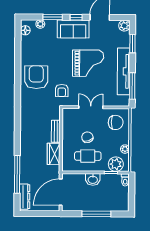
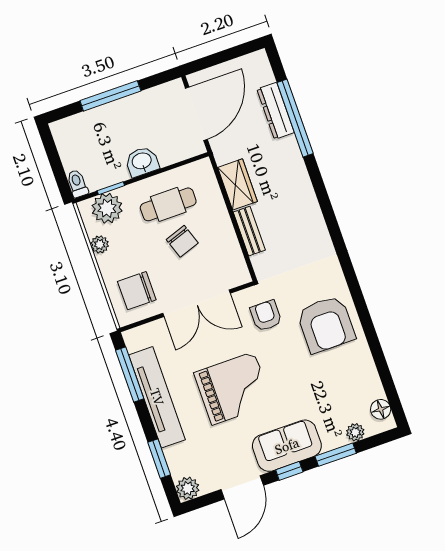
grand piano: (88, 63) -> (233, 388), turned 180
double door: (91, 107) -> (197, 303), width x1.37
dresser: (25, 197) -> (276, 111), moved

